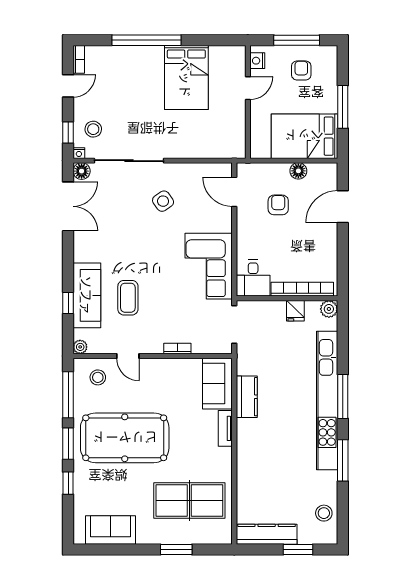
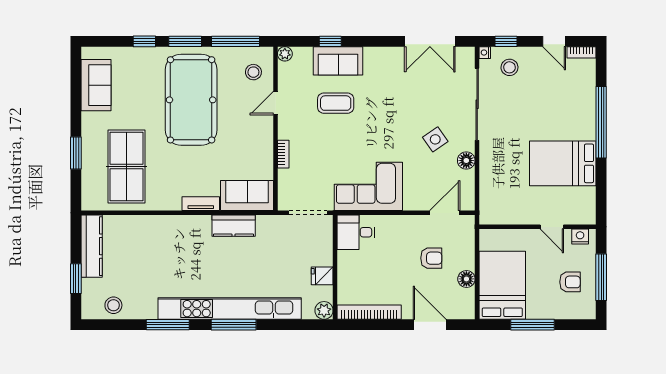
floor lamp: (82, 171) -> (466, 161), moved
bookcase: (302, 289) -> (369, 312), moved, turned -90
sofa: (87, 295) -> (338, 61), width x0.73

